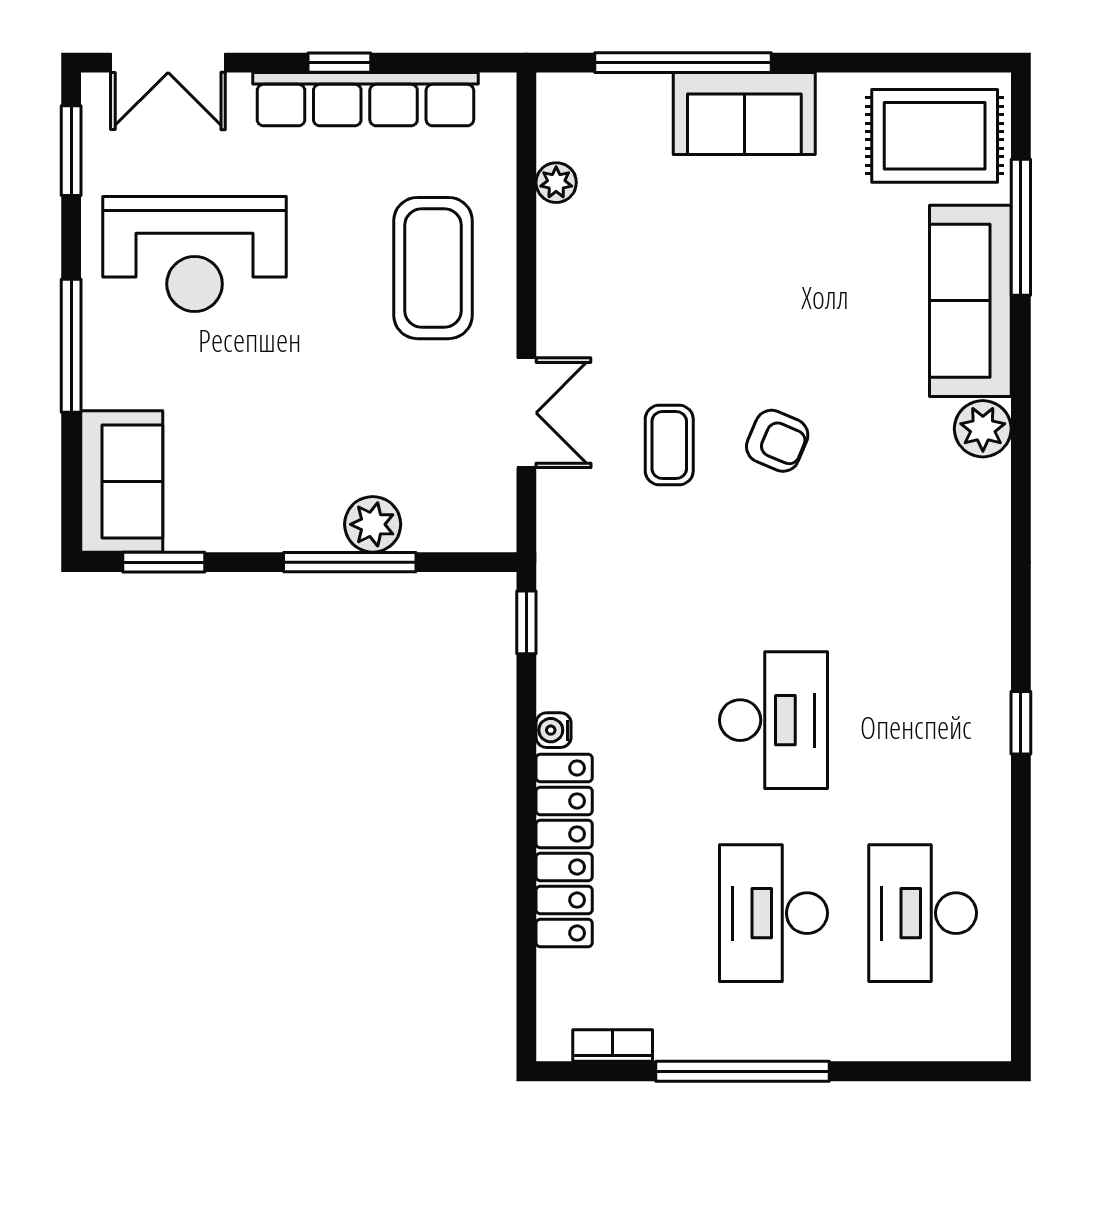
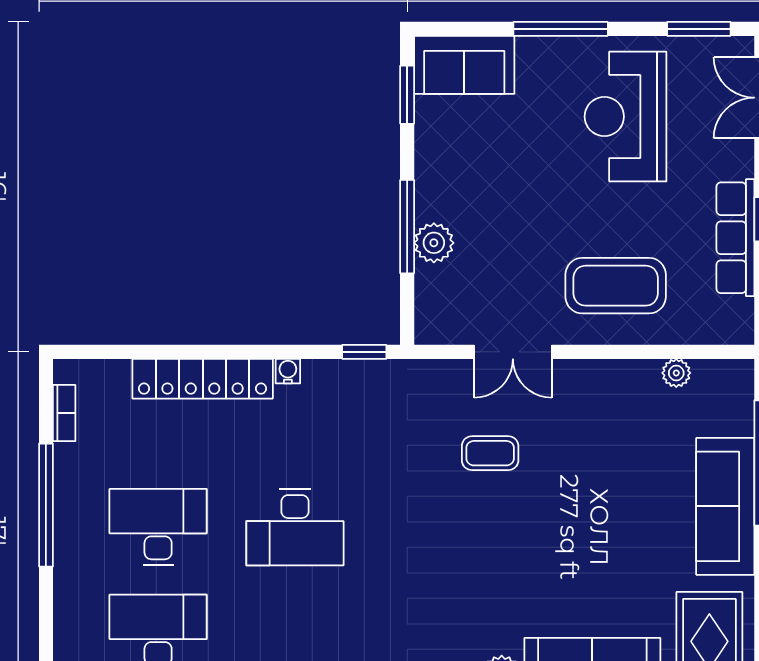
row of seats: (365, 99) -> (735, 238), width x0.73
sofa: (744, 114) -> (725, 506), width x1.36
armchair: (777, 441) -> (493, 530), removed

